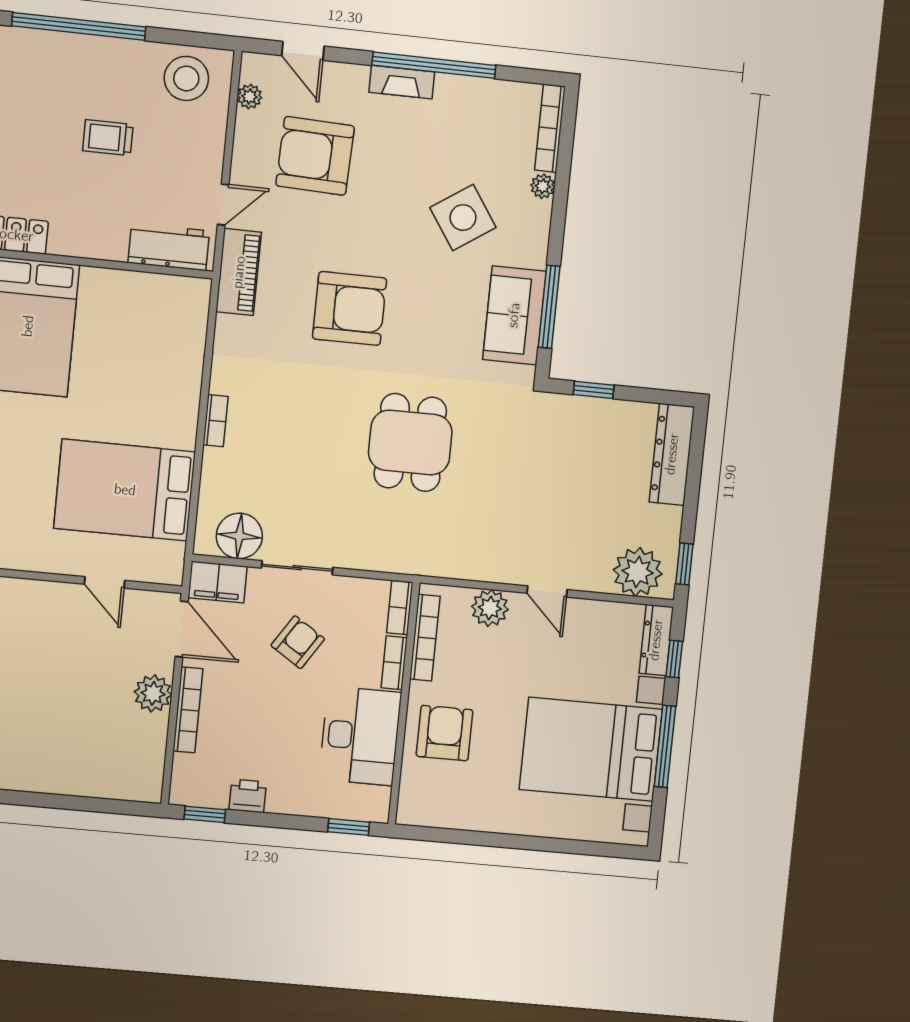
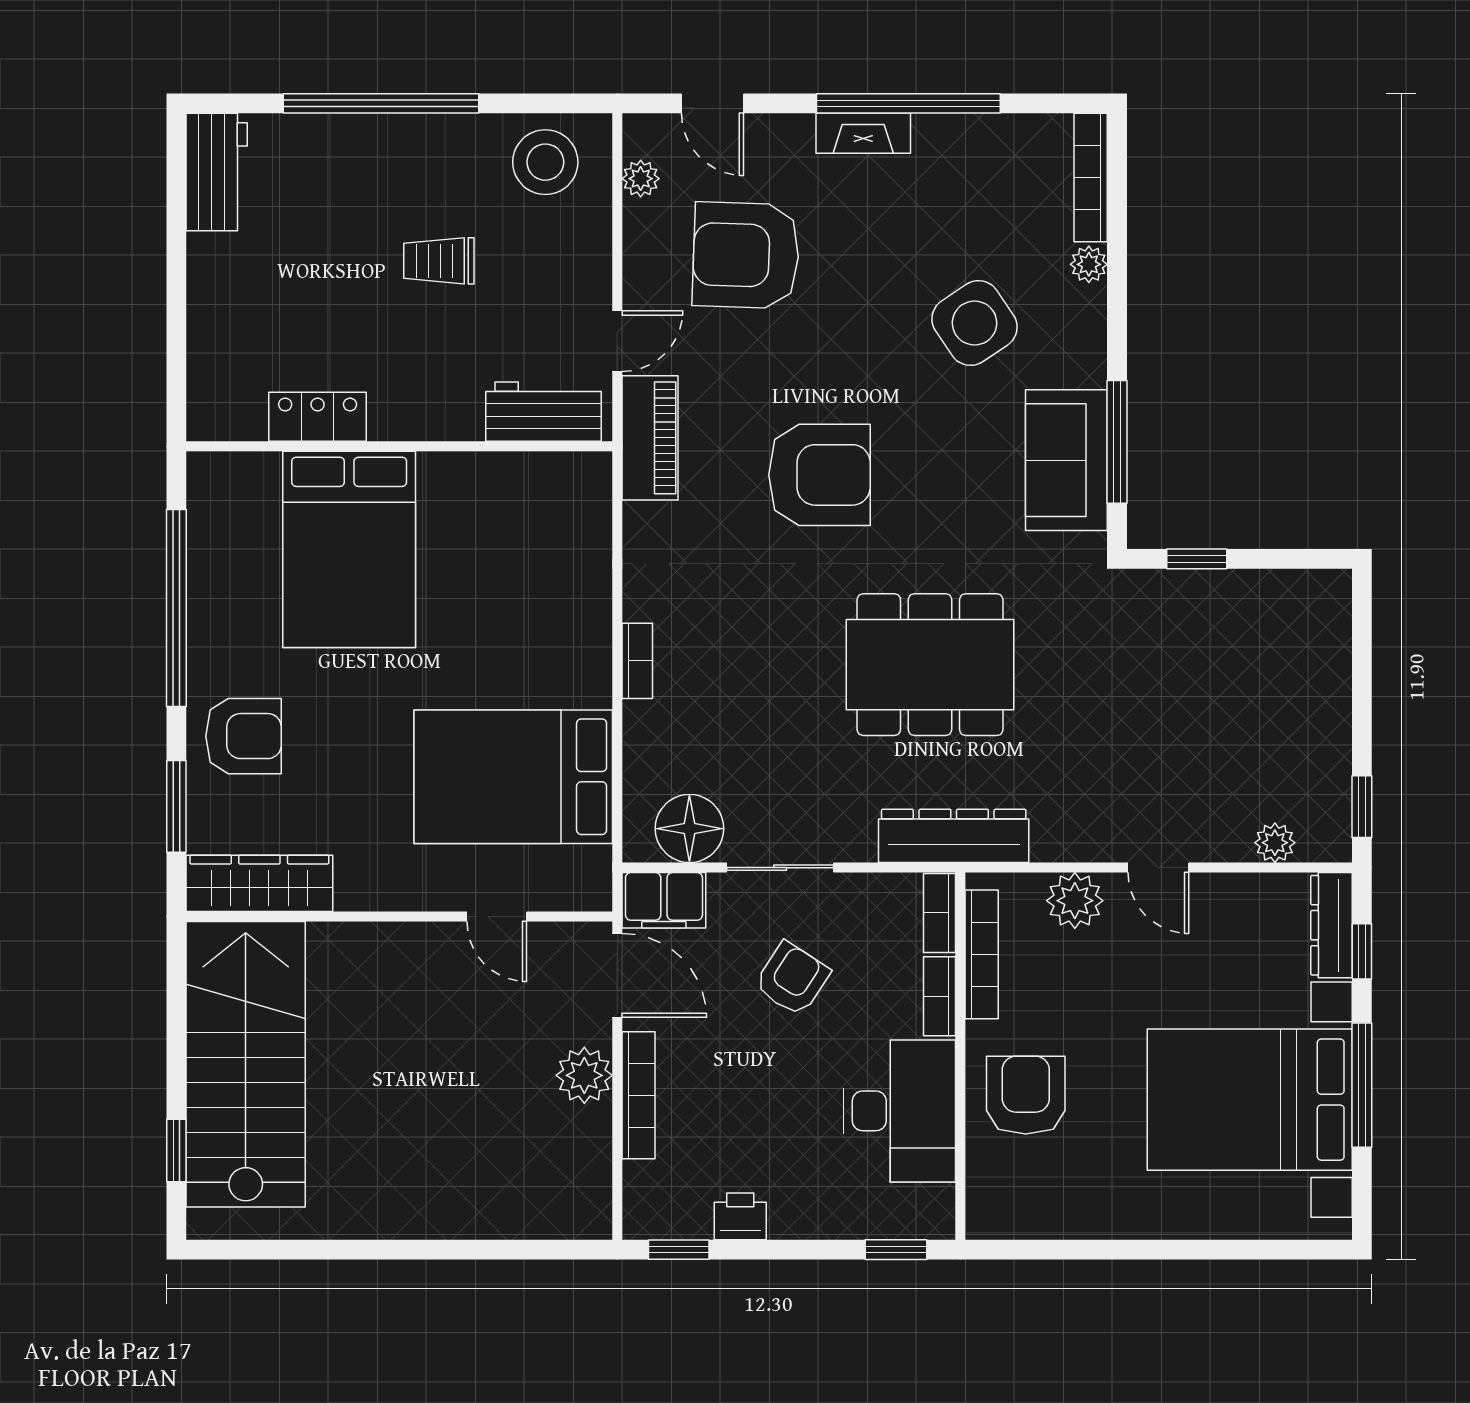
dining table: (410, 442) -> (930, 665), width x1.37
dresser: (672, 454) -> (954, 836), moved, turned 90
plant: (638, 572) -> (1275, 843), width x0.53, depth x0.53

